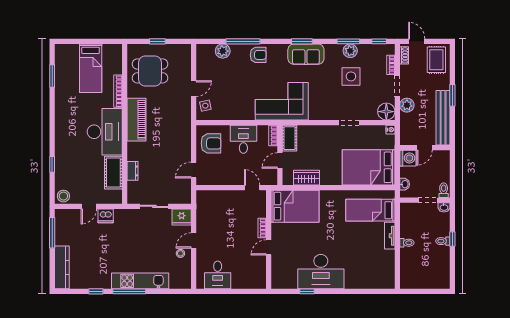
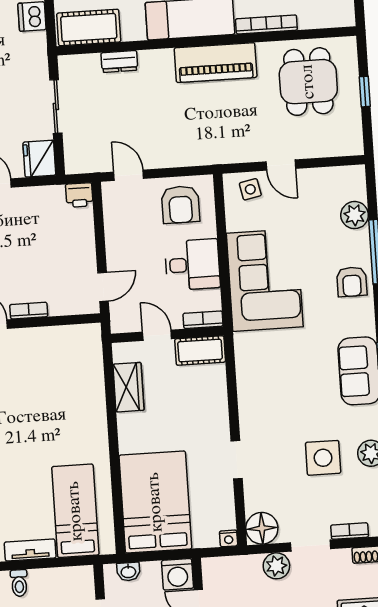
corner sofa: (282, 101) -> (265, 280), moved
cot: (113, 173) -> (89, 28), moved
printer: (202, 197) -> (79, 195), added
bed: (295, 206) -> (74, 369), removed

